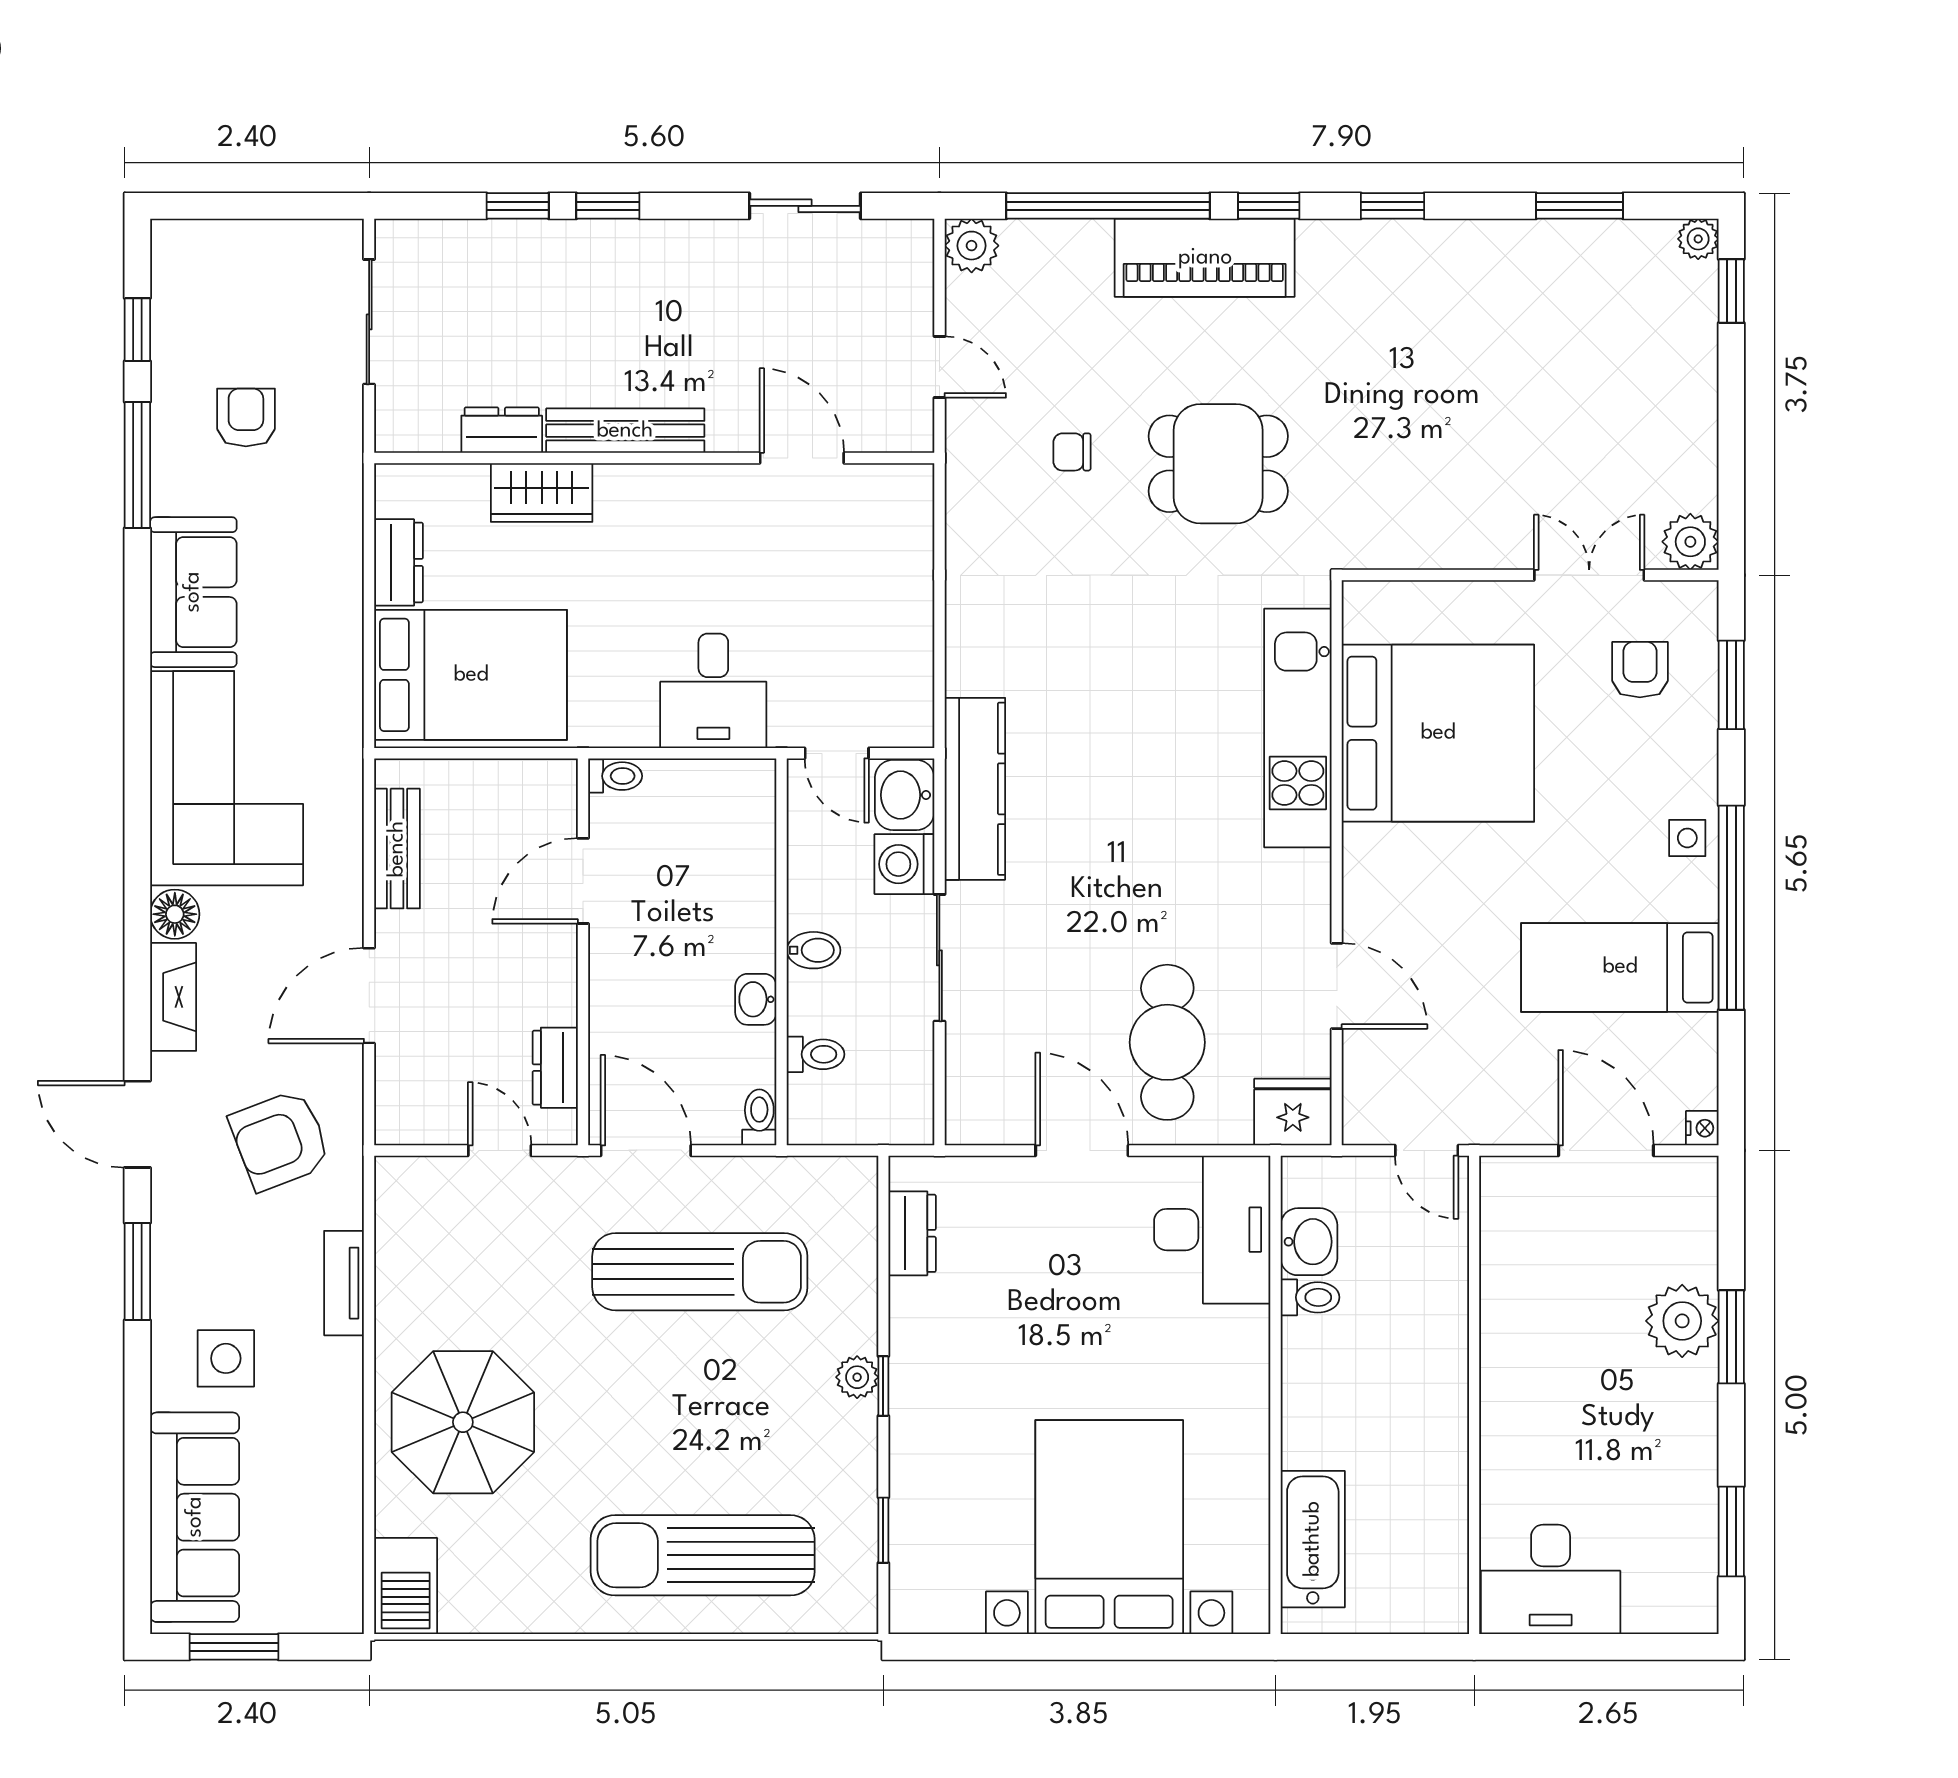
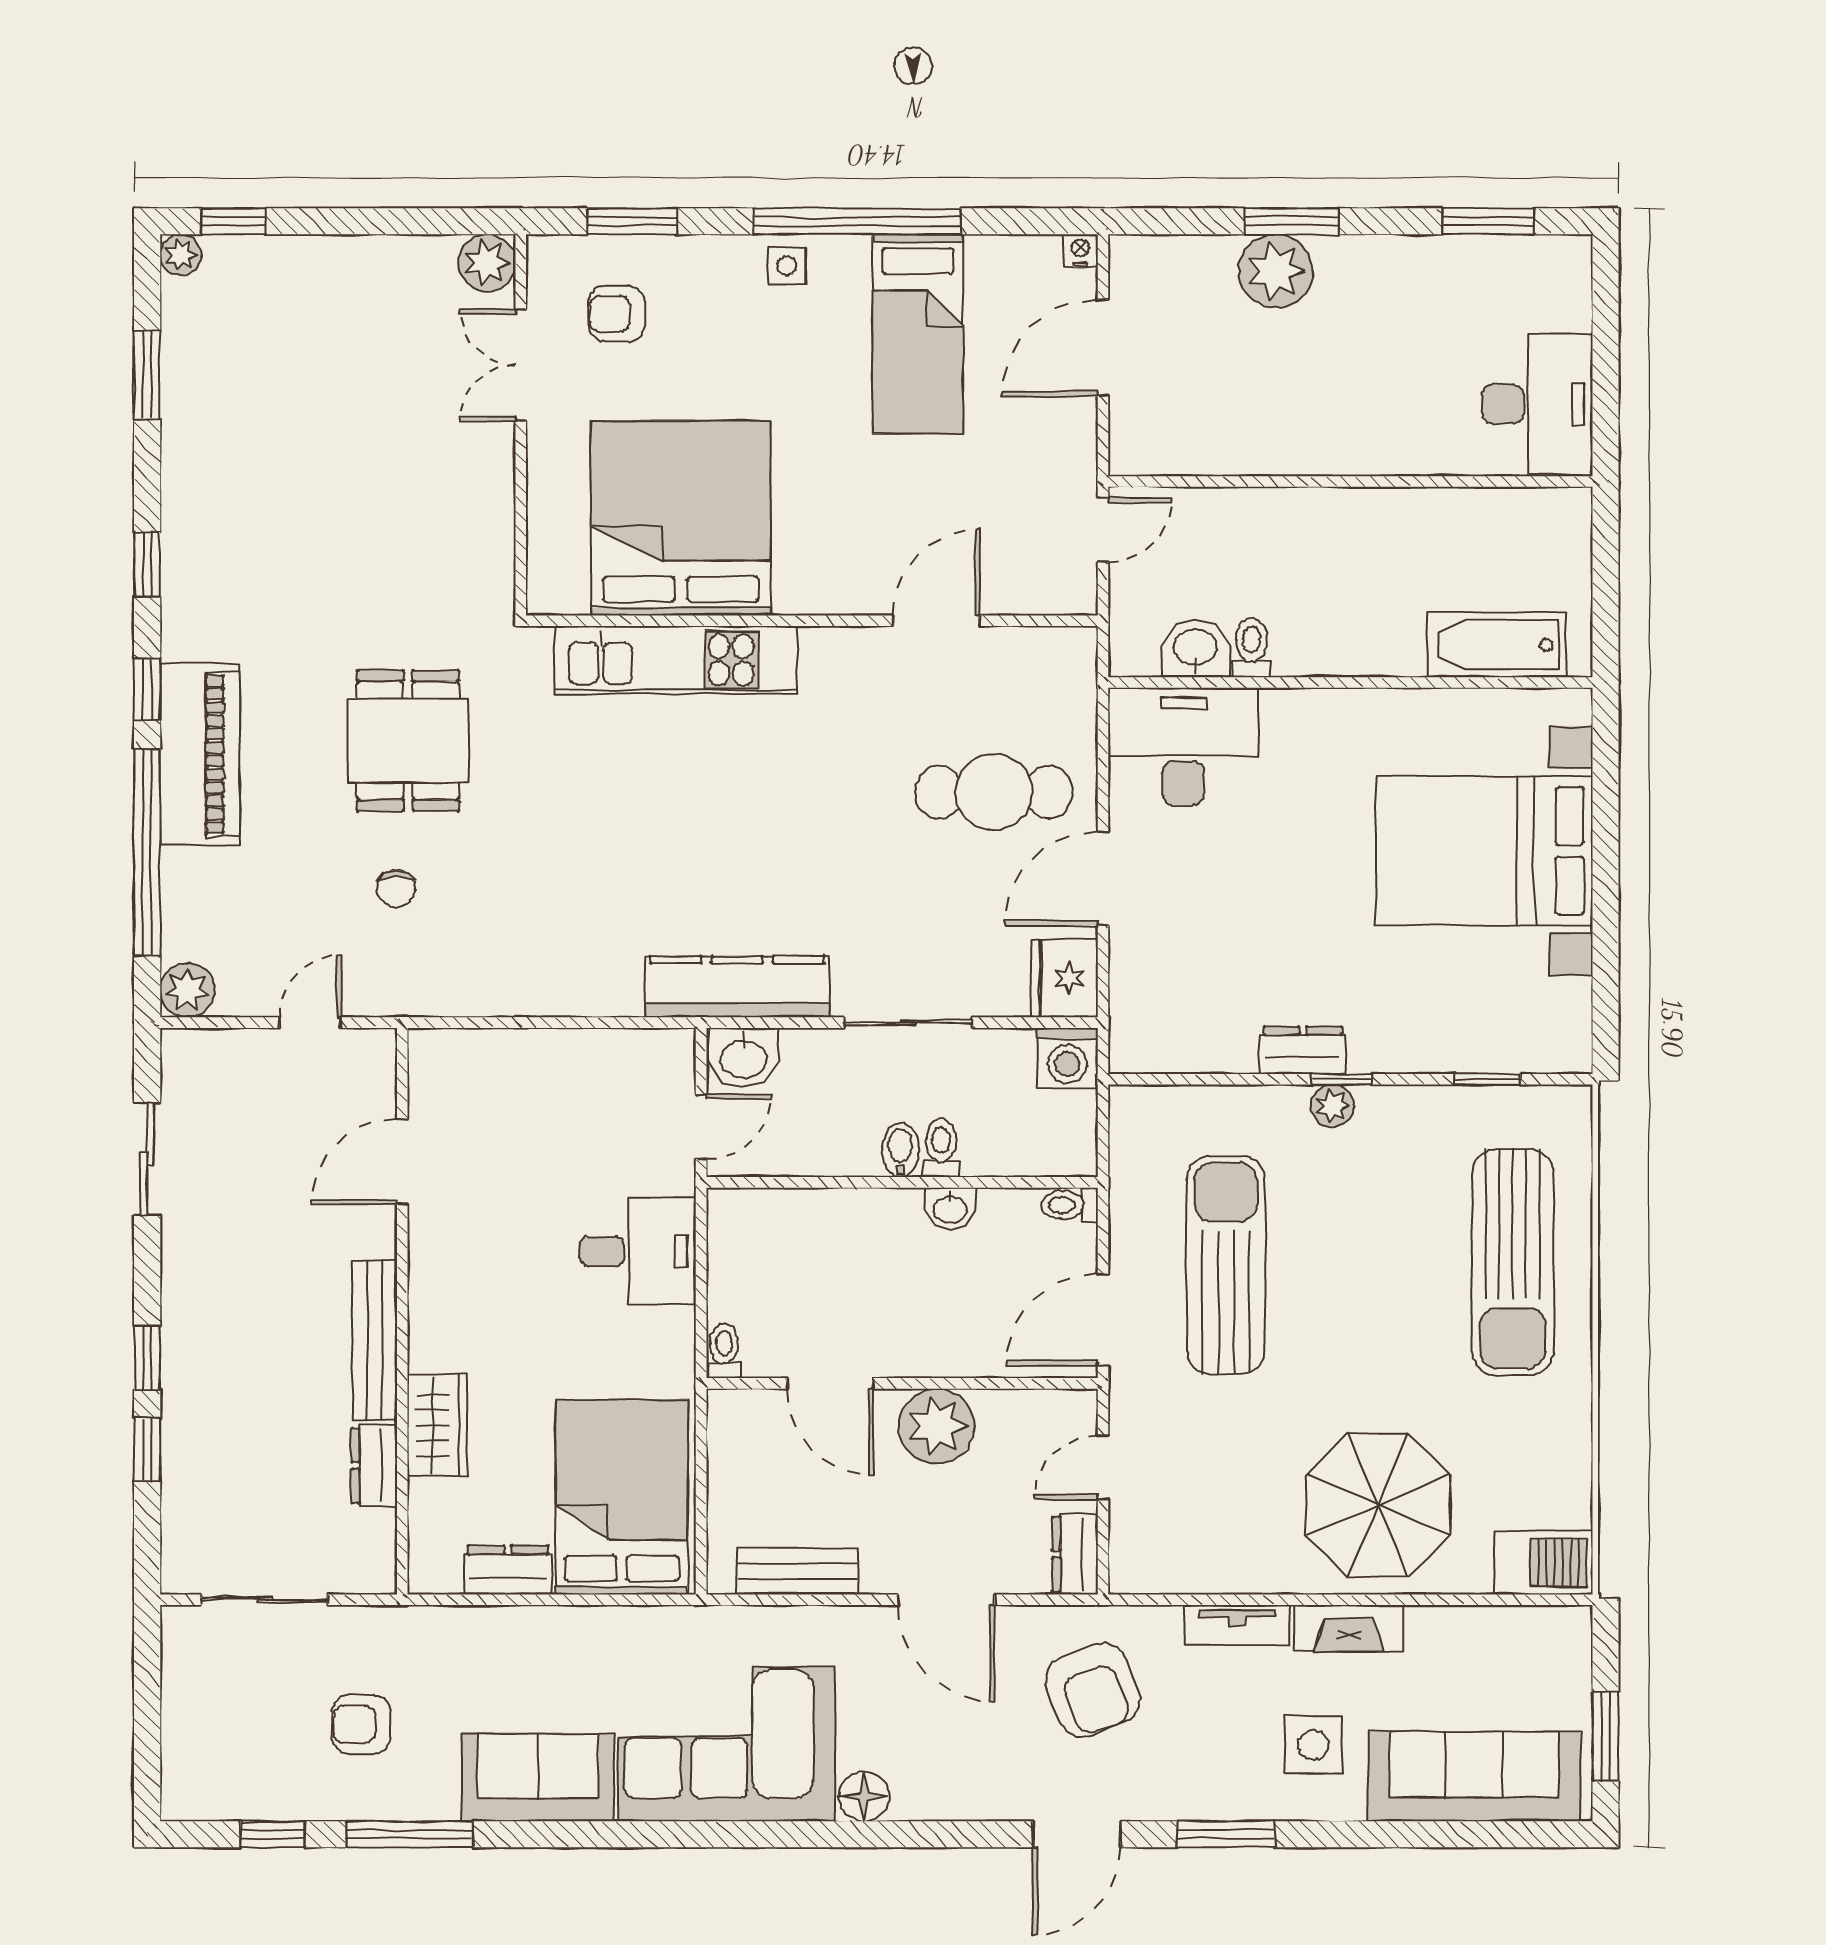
washing machine: (904, 864) -> (1068, 1058), moved
plant: (541, 986) -> (937, 1426), added
fireplace: (173, 997) -> (1349, 1628), moved, turned 180
toilet: (816, 1054) -> (941, 1148), moved
dresser: (555, 1068) -> (1075, 1554), moved, turned 90
fridge: (1293, 1112) -> (1064, 978), moved
dresser: (912, 1233) -> (1303, 1050), moved

